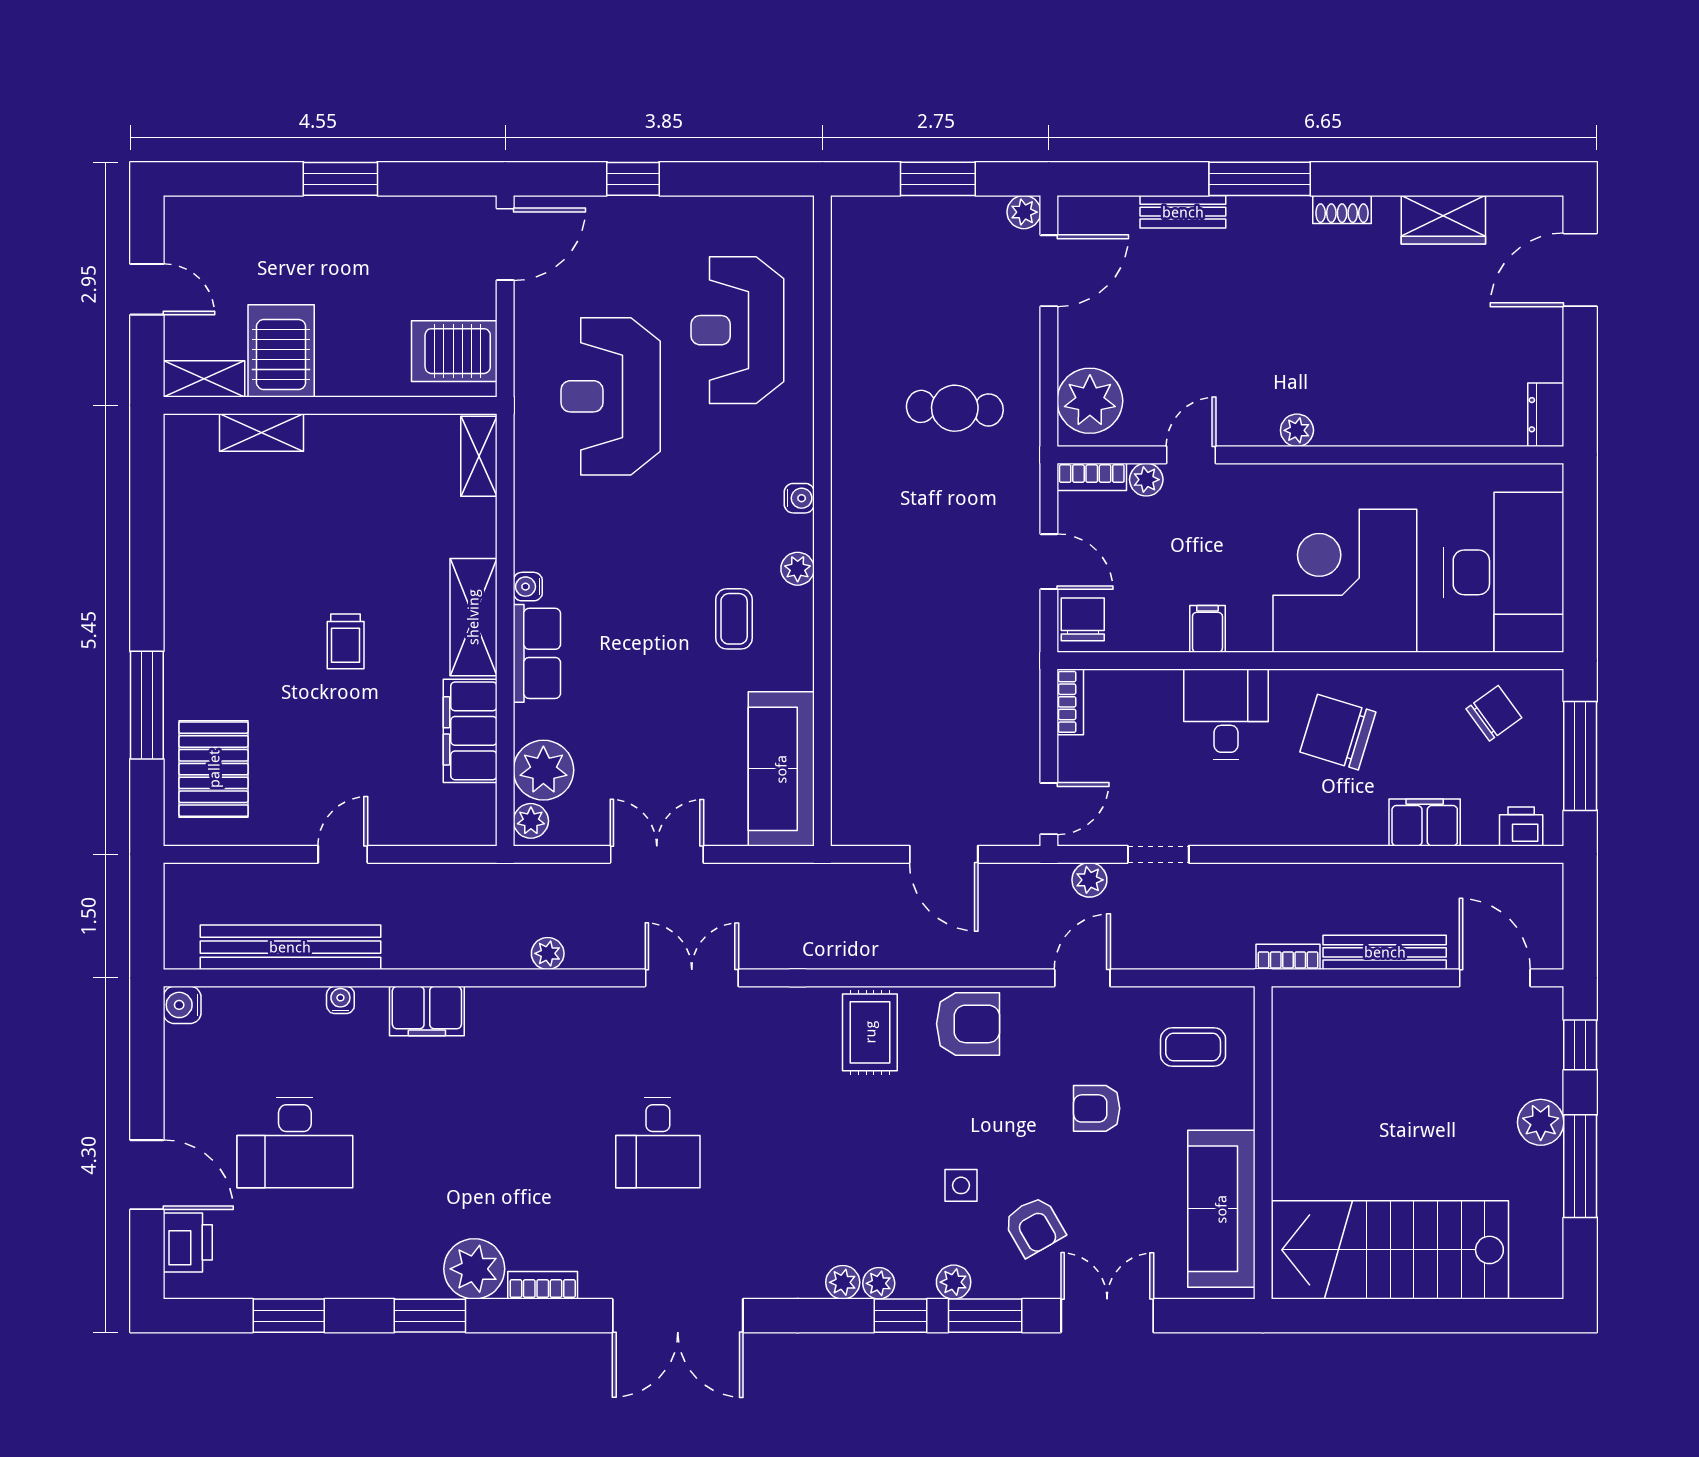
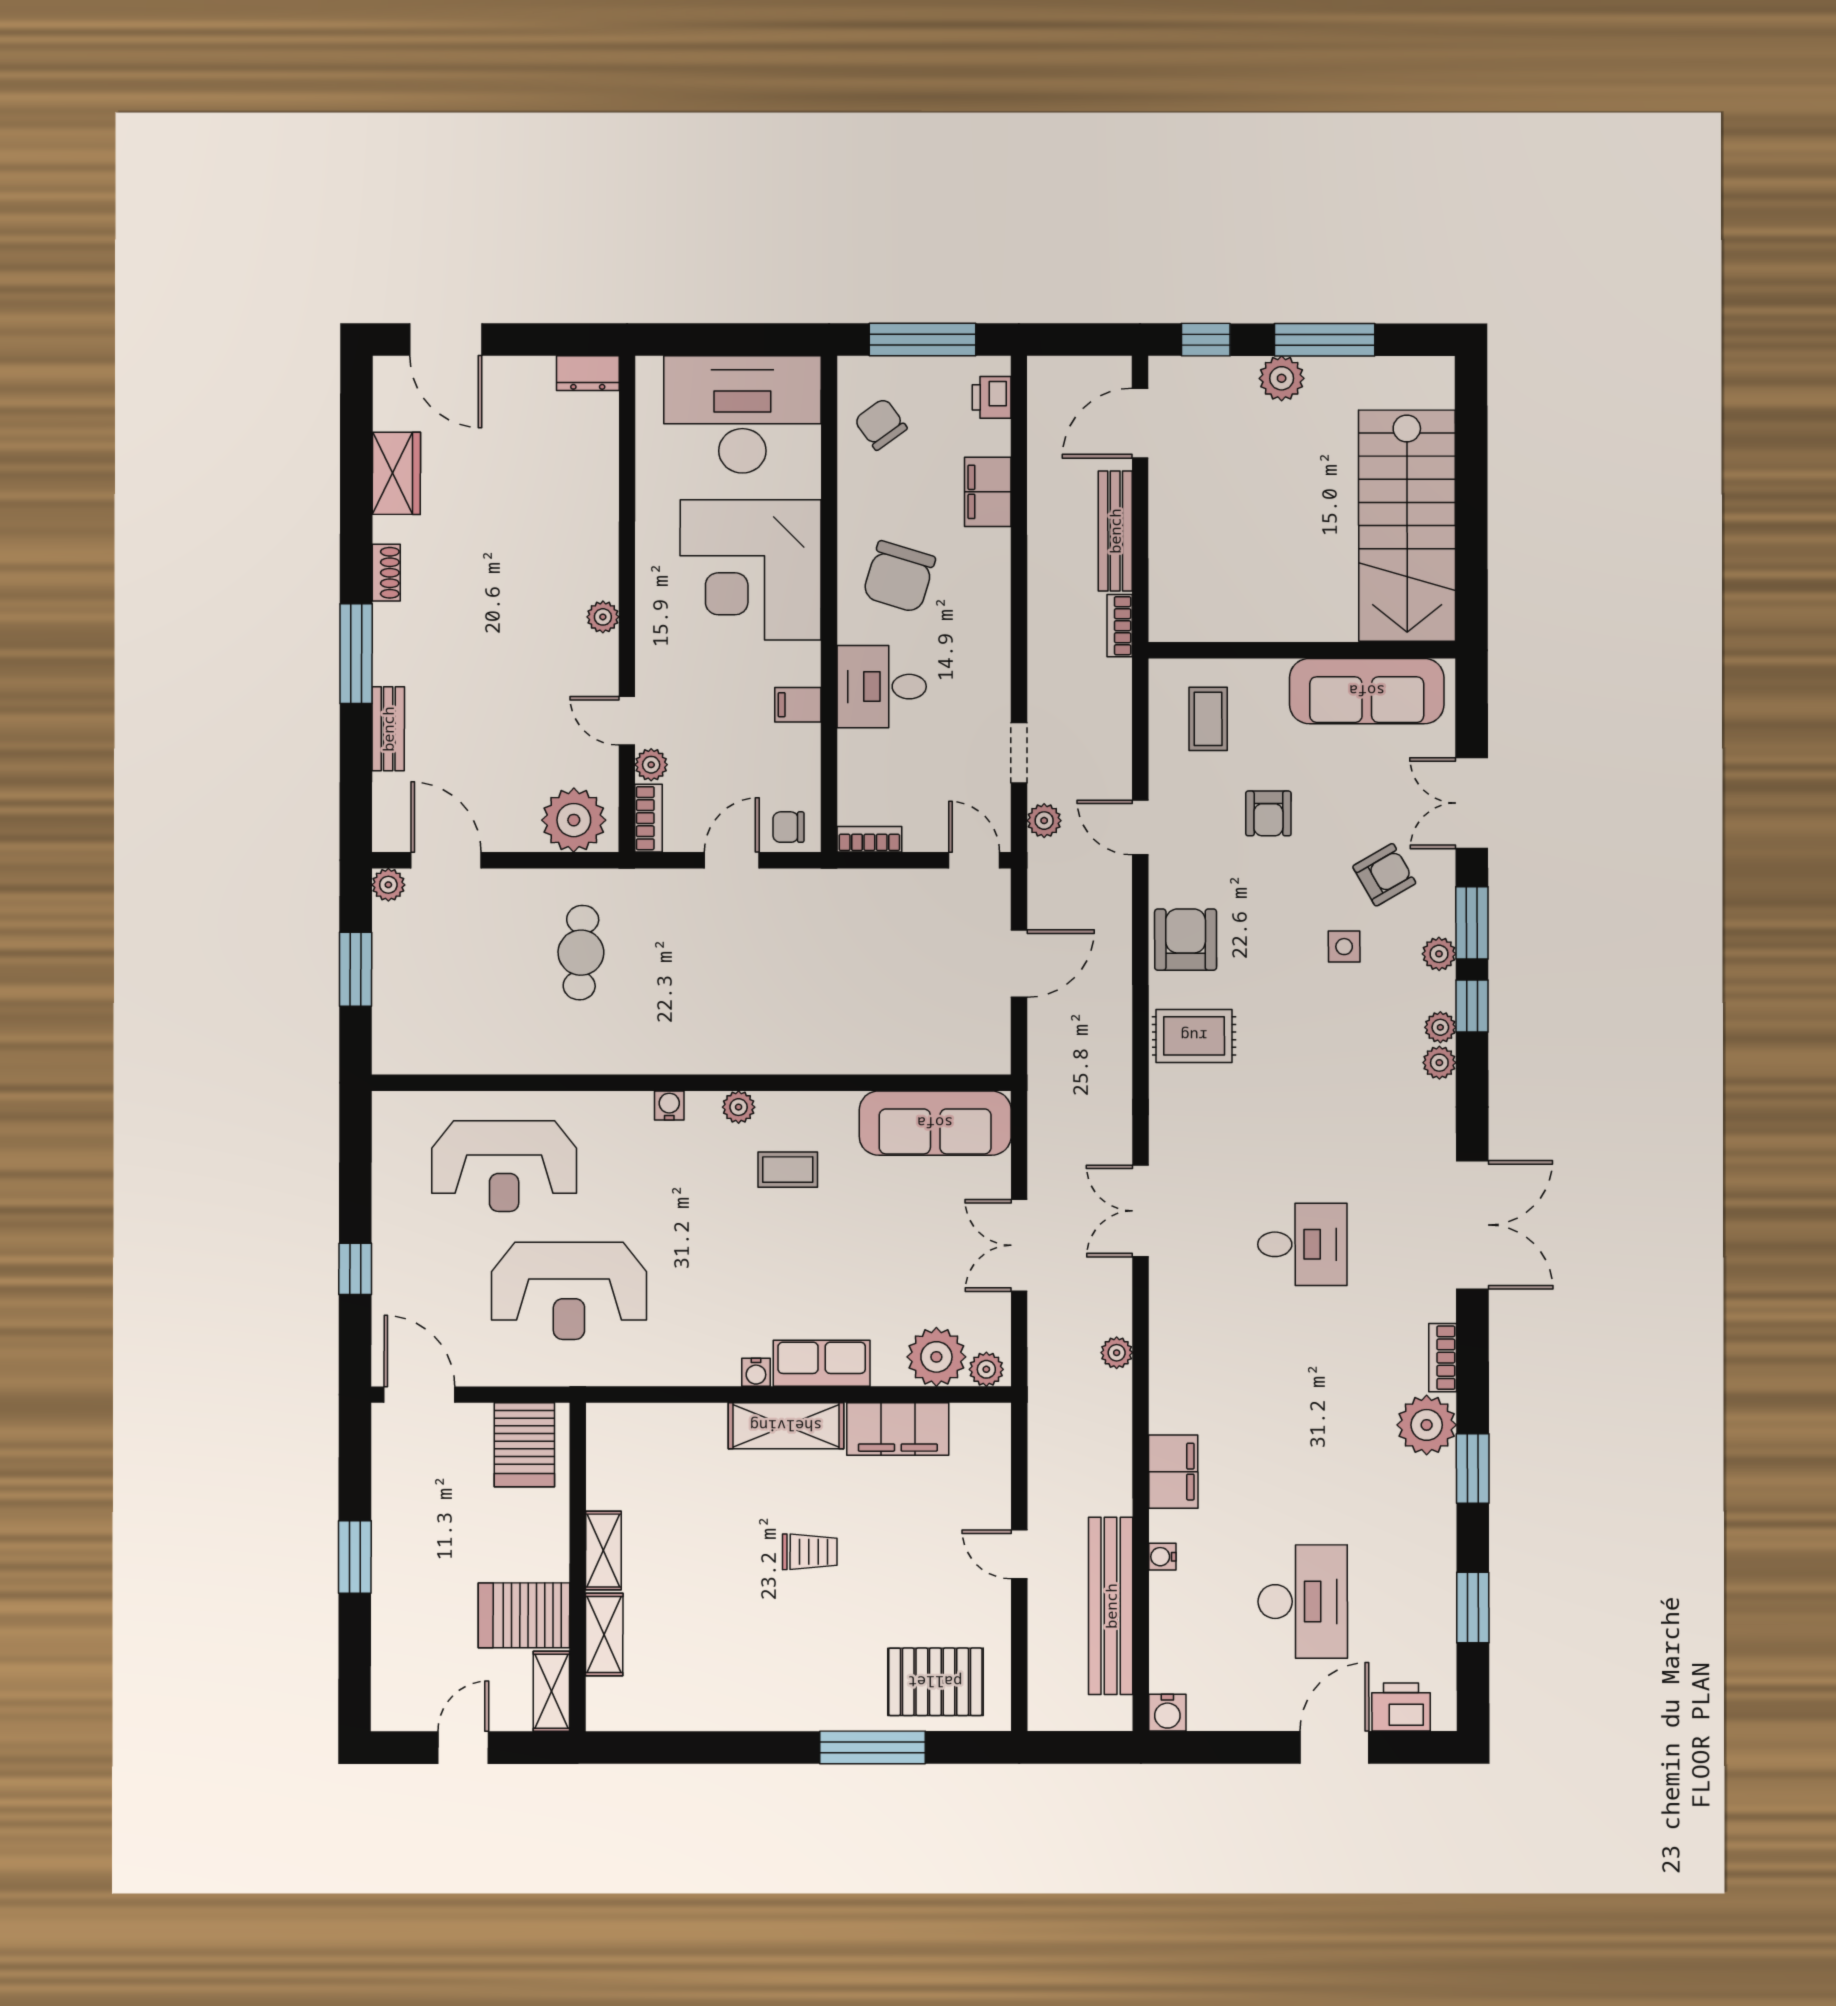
shelving: (479, 456) -> (603, 1551), moved, turned 90
chair: (1083, 619) -> (788, 827), width x0.73, depth x0.73

